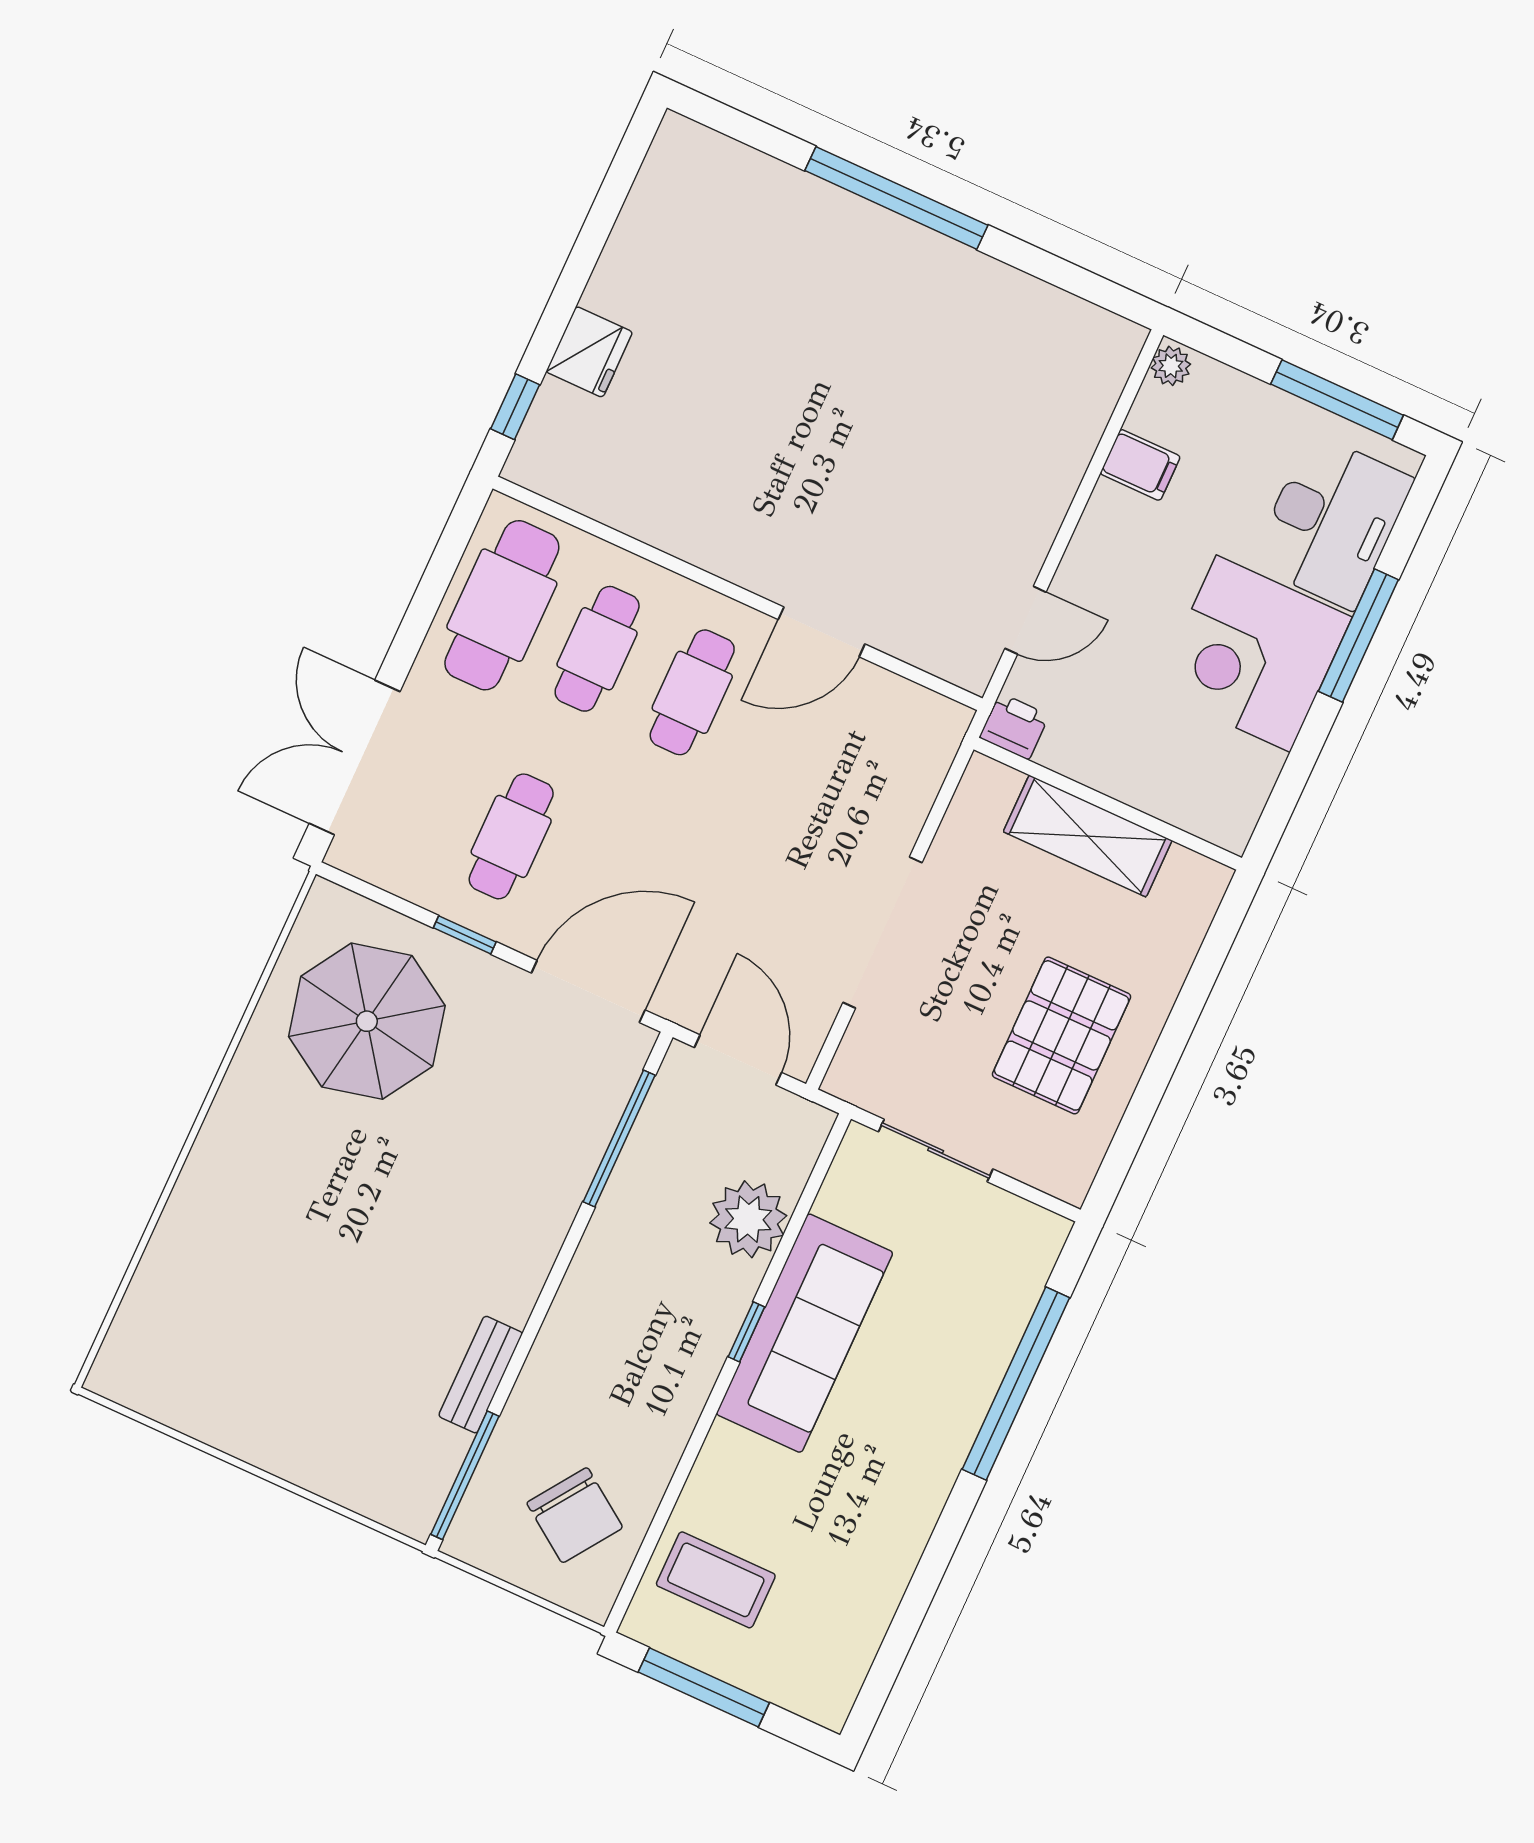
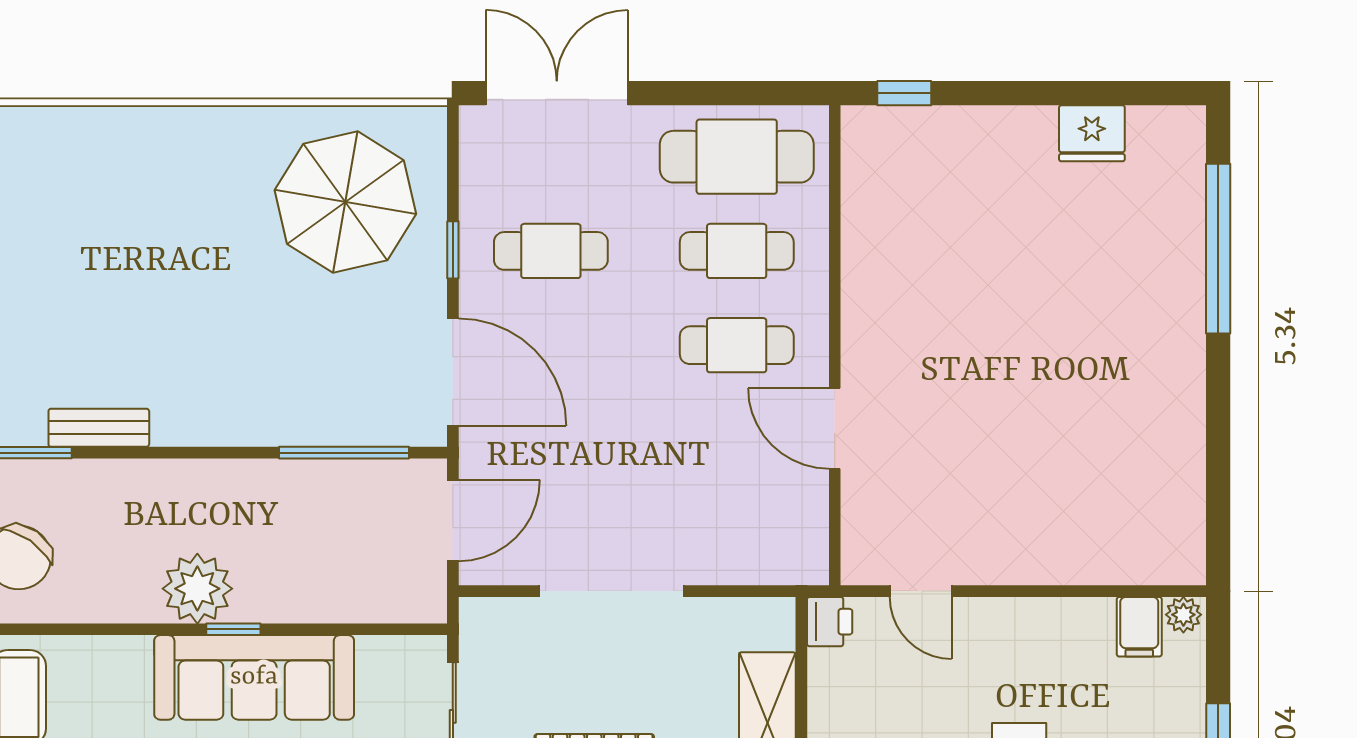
window: (896, 198) -> (1218, 249), moved
fridge: (589, 352) -> (1092, 133), moved
filing cabinet: (1140, 465) -> (1139, 627), moved
plant: (748, 1219) -> (197, 589), moved

